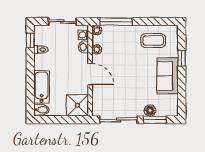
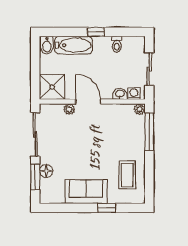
window: (30, 41) -> (96, 32), moved
plant: (97, 49) -> (69, 109), moved
door: (90, 74) -> (88, 102), swing flipped

